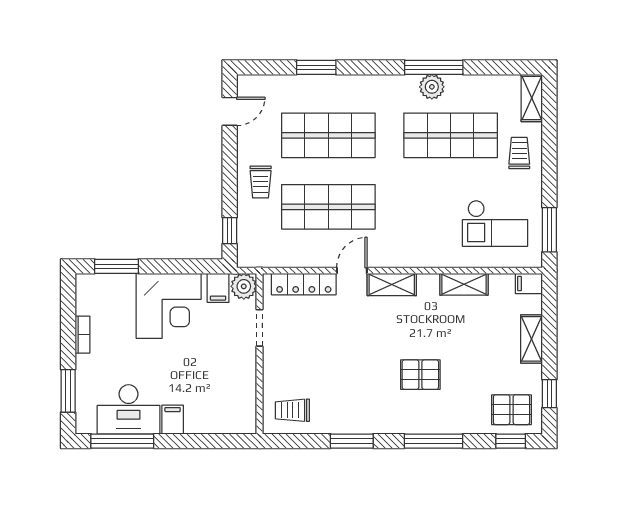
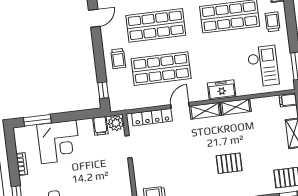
checkout: (495, 223) -> (263, 66), turned -90
freezer: (423, 254) -> (222, 90), added
shelving: (464, 284) -> (236, 107), moved
corner desk: (169, 306) -> (59, 142), moved

